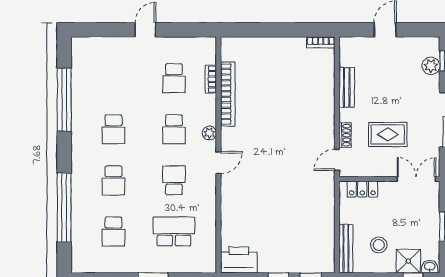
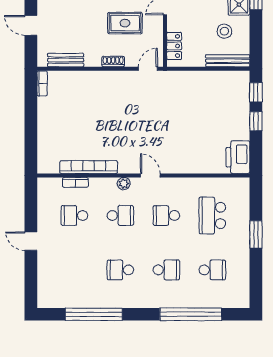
school desk: (174, 78) -> (74, 215), turned 180
bench: (347, 87) -> (66, 60), moved
school desk: (113, 129) -> (120, 270), turned 180
rug: (388, 134) -> (125, 23), turned 90
shoe rack: (345, 135) -> (113, 62), moved
door: (337, 160) -> (148, 69), swing flipped

